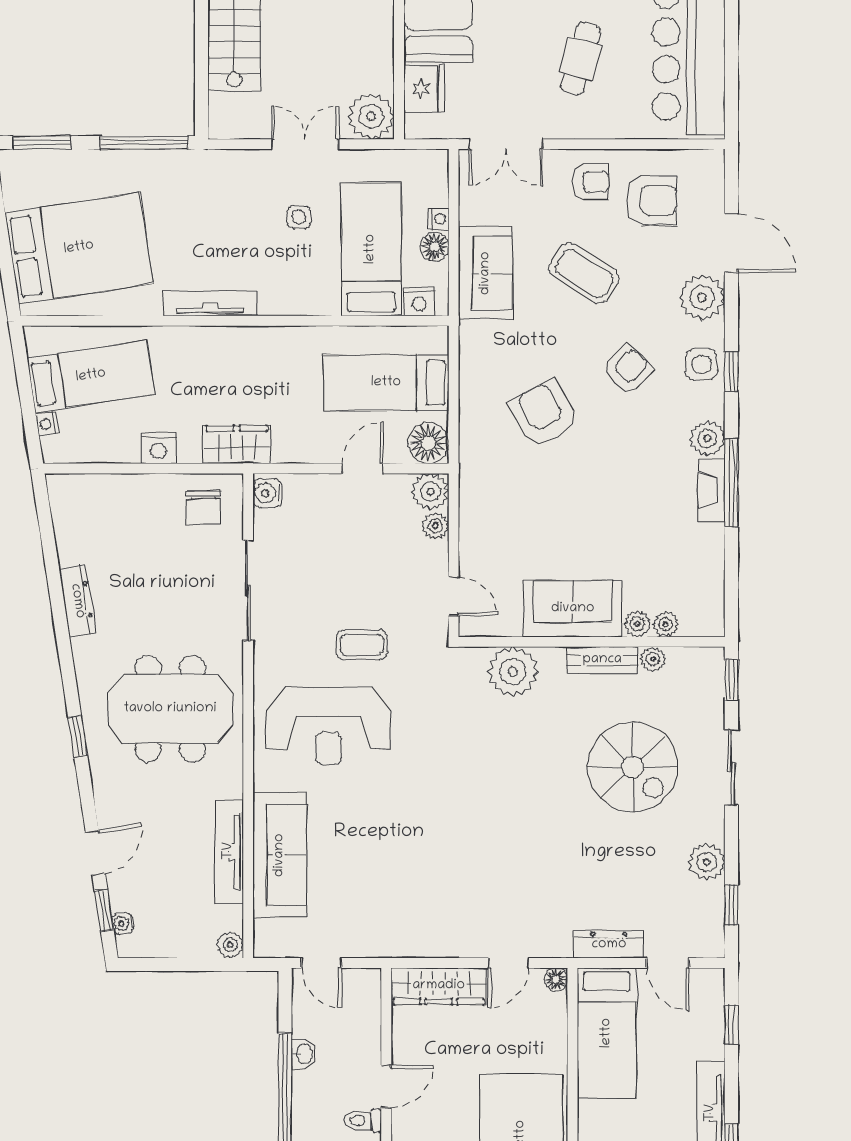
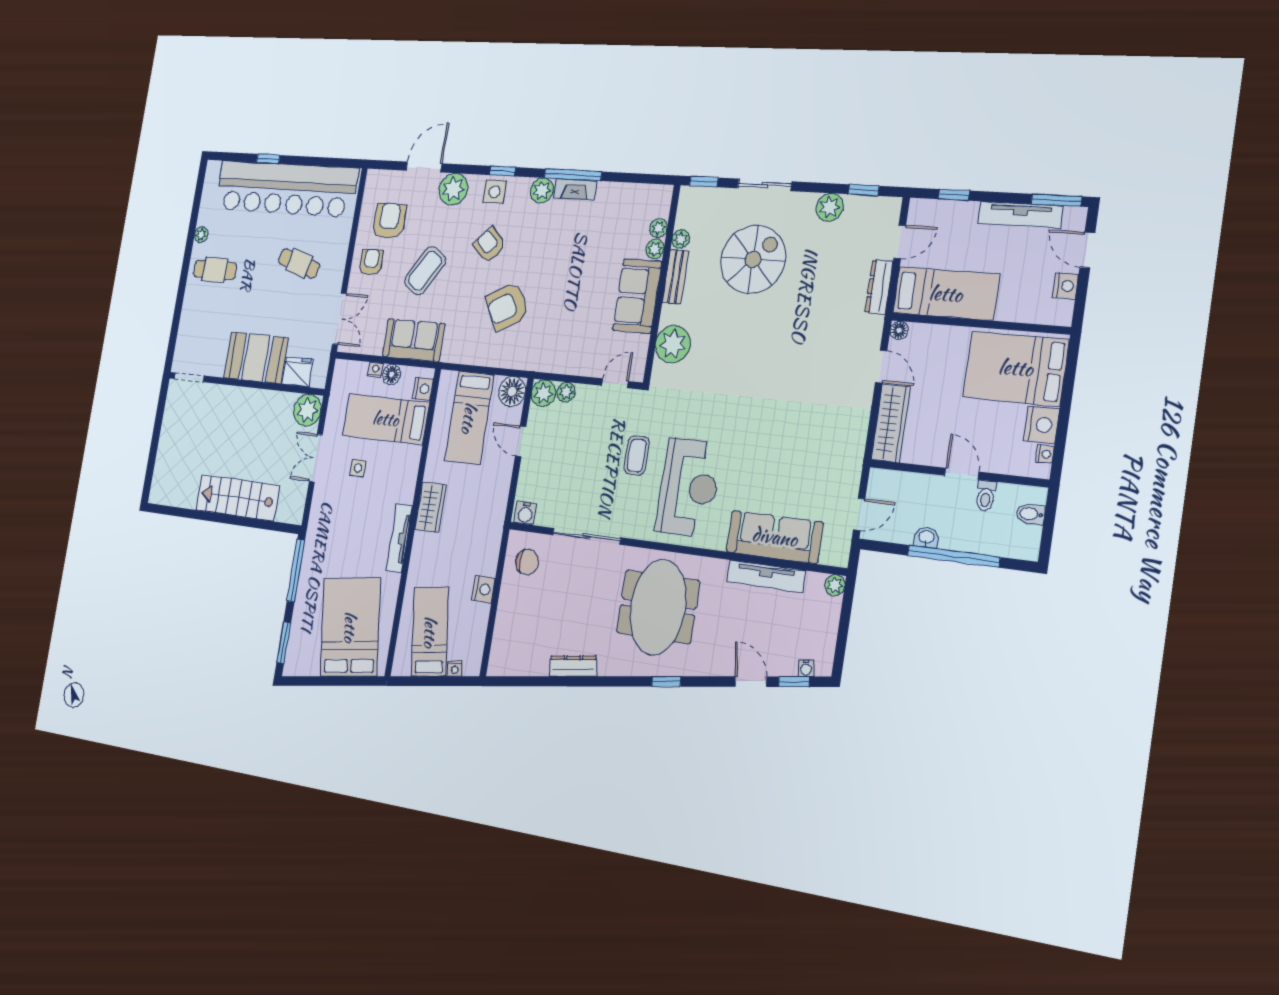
wardrobe: (237, 444) -> (430, 507), moved, turned 180

